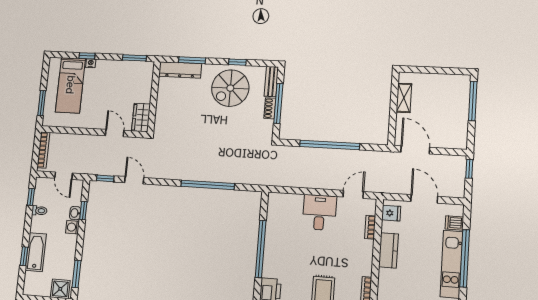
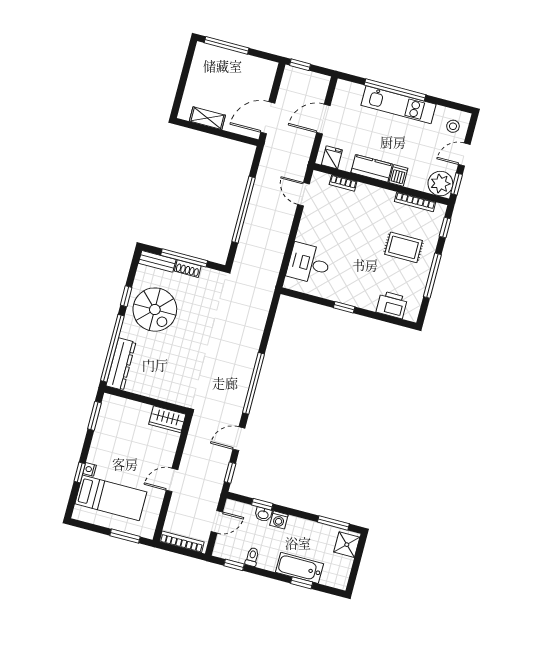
window: (192, 60) -> (112, 348), width x2.11
door: (115, 133) -> (172, 480), moved
window: (208, 185) -> (254, 383), moved
desk: (319, 212) -> (309, 263), moved
dishwasher: (454, 223) -> (398, 175), moved, turned 180
window: (261, 249) -> (344, 307), width x0.32

